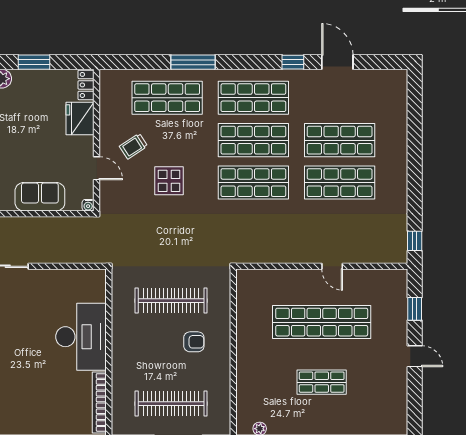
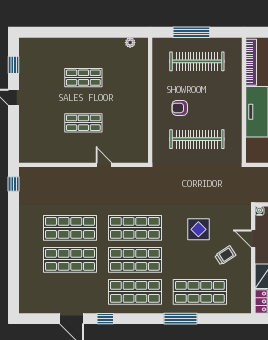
door: (332, 266) -> (104, 165), moved
window: (415, 309) -> (13, 65), moved
shop shelf: (322, 322) -> (83, 123), width x0.50, depth x0.74

